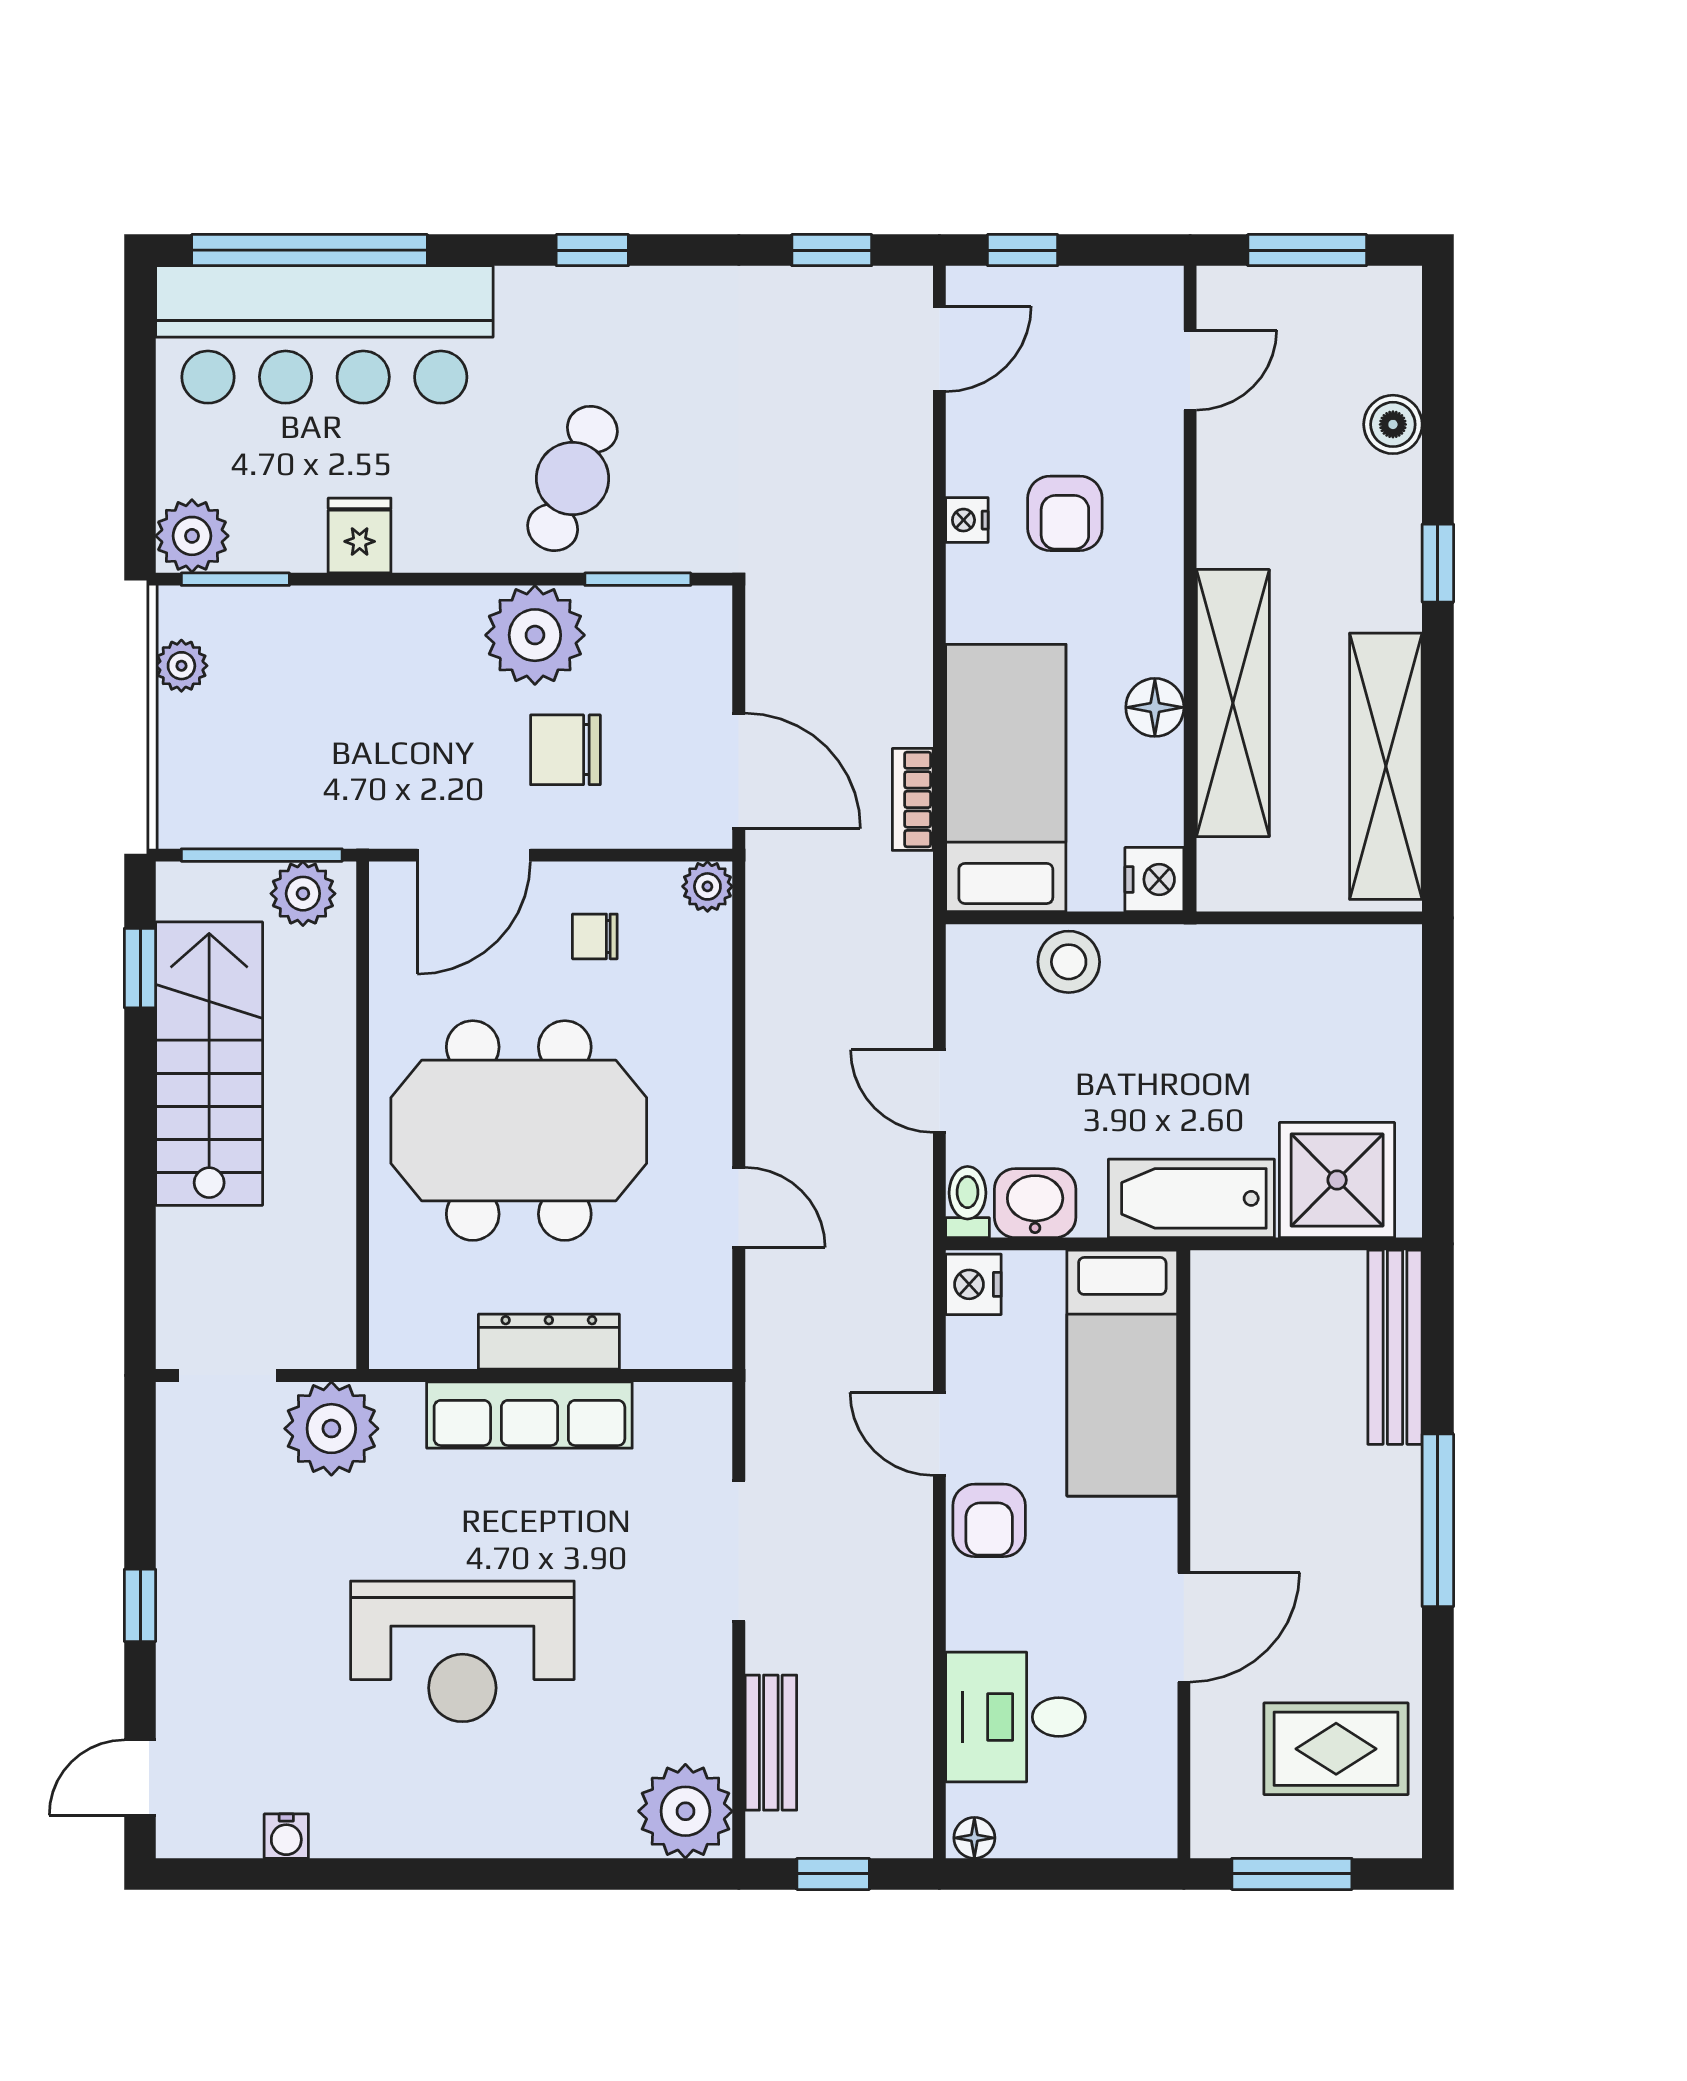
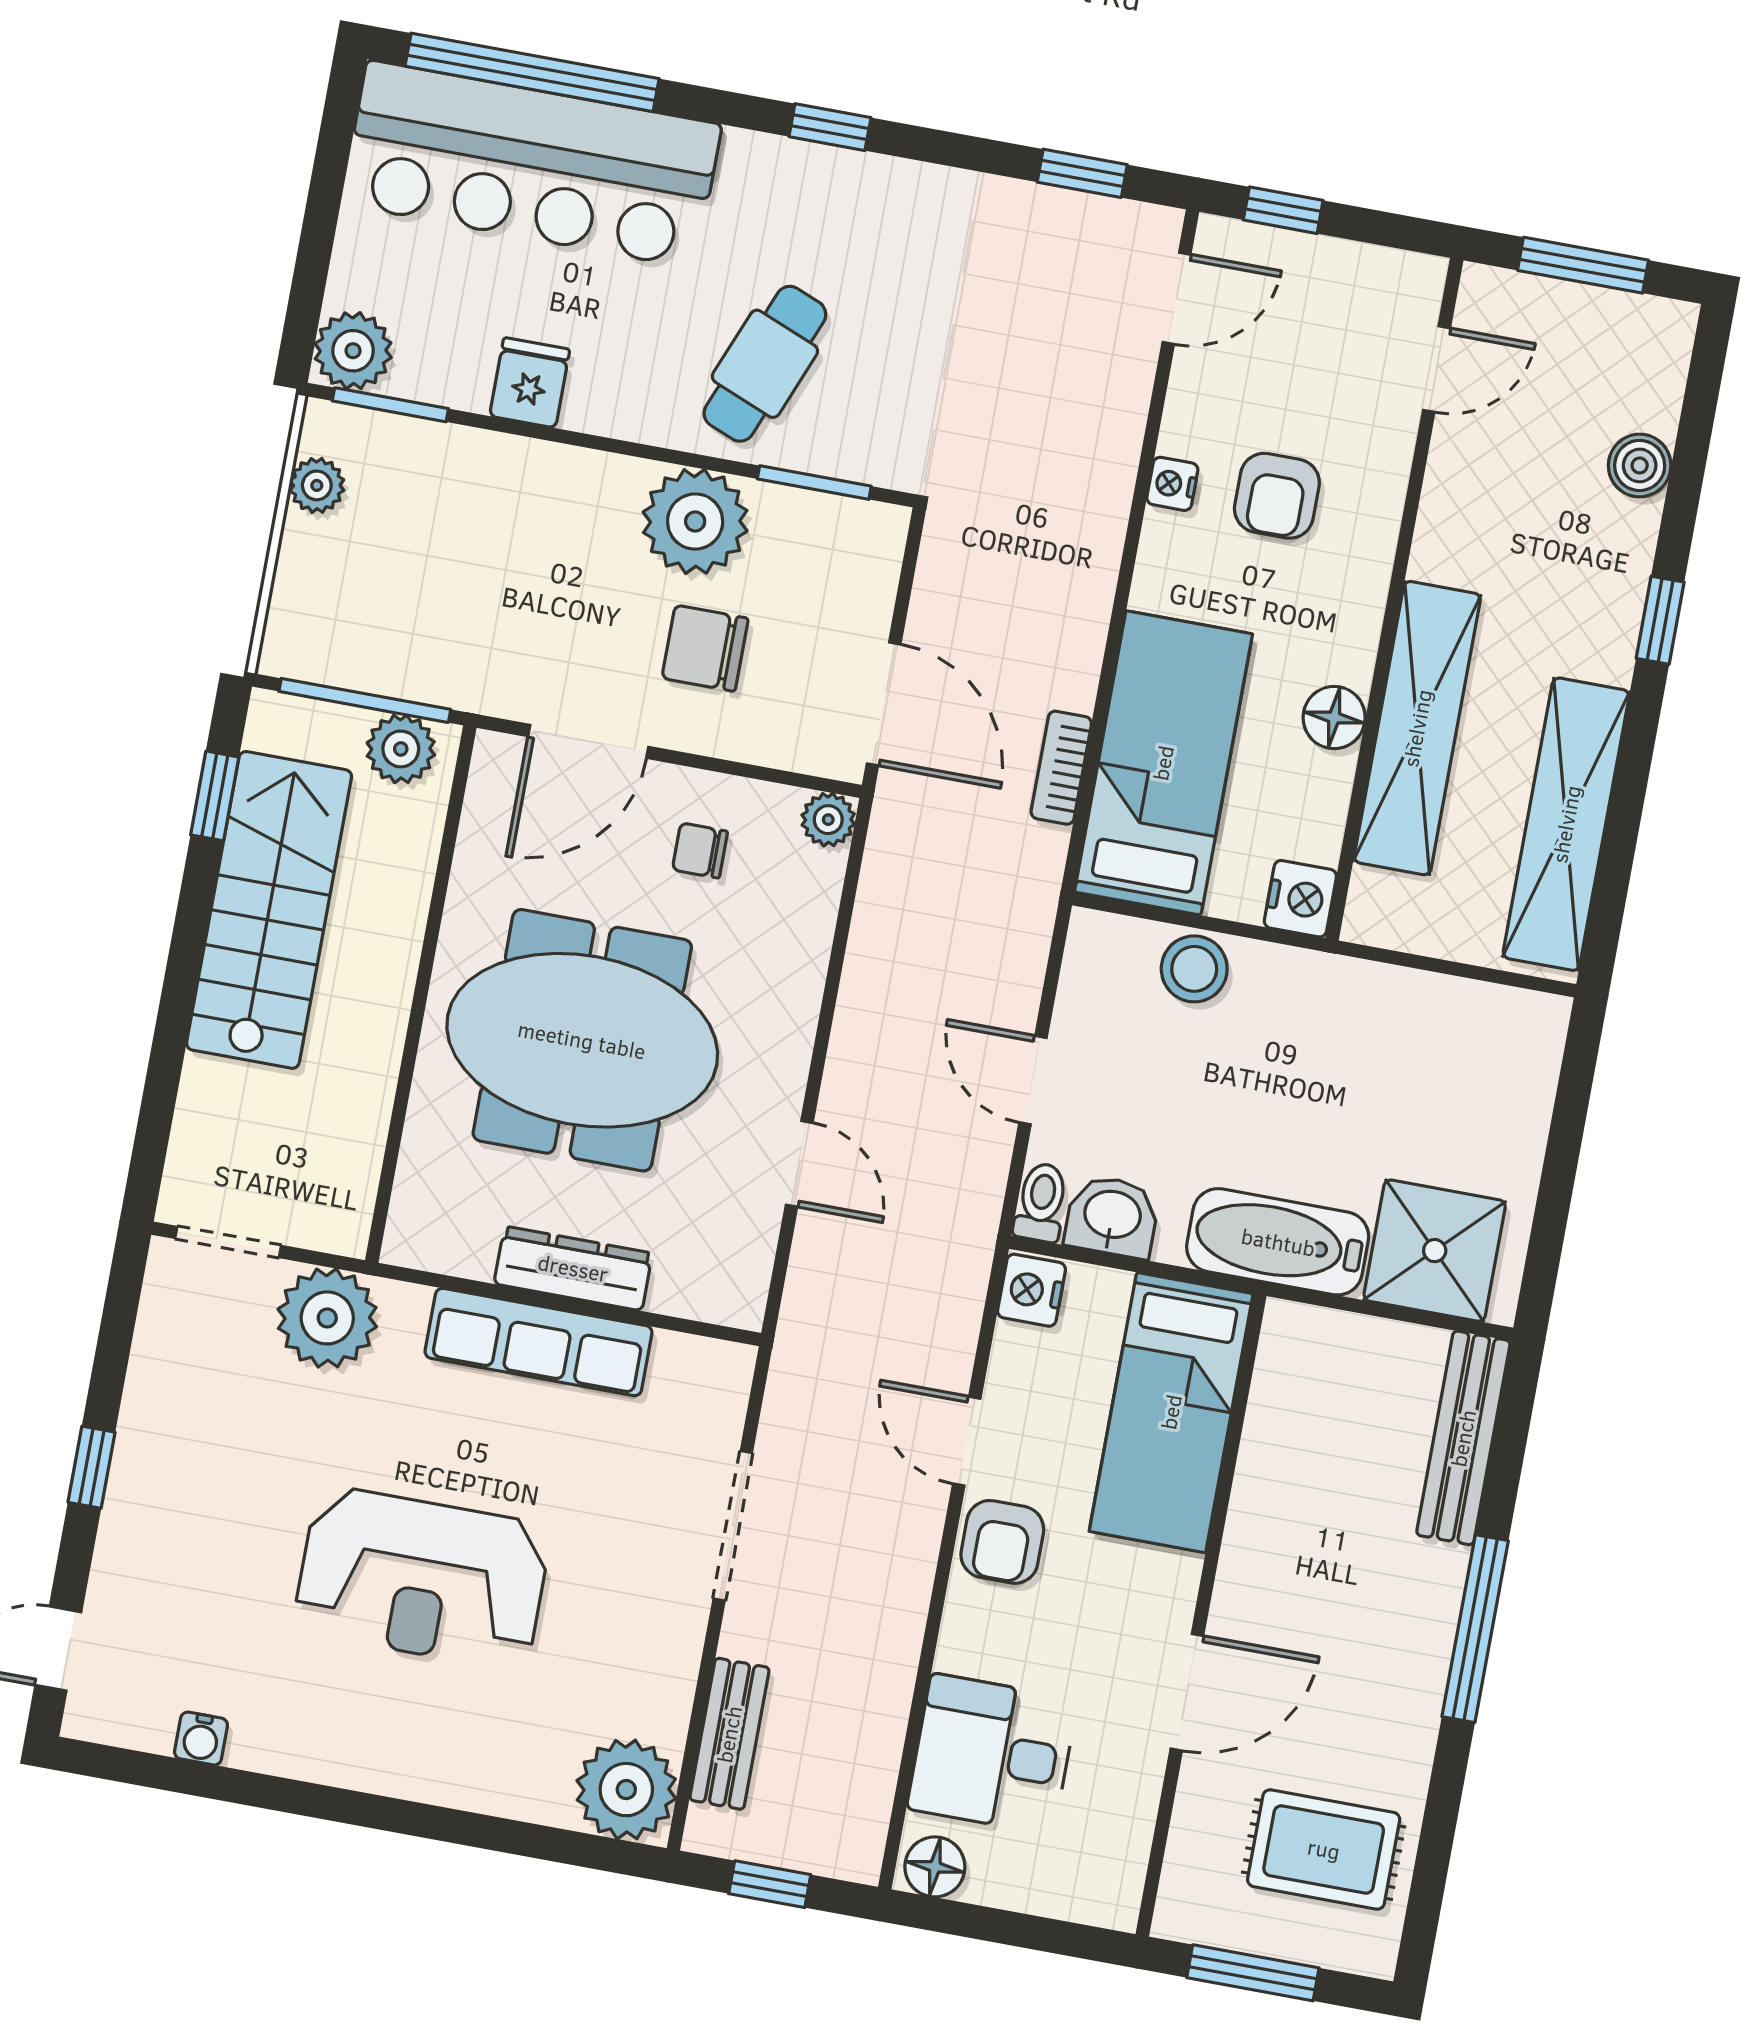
floor lamp: (974, 1838) -> (935, 1867), width x1.37, depth x1.37

